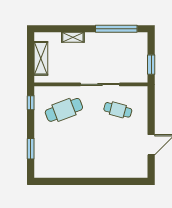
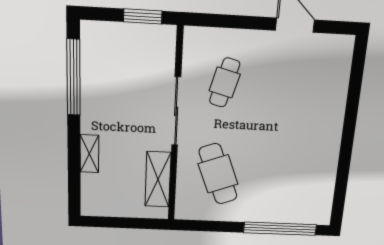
shelving: (41, 58) -> (158, 179), moved, turned 90
window: (31, 103) -> (202, 226), removed
window: (31, 149) -> (280, 229), width x2.11

